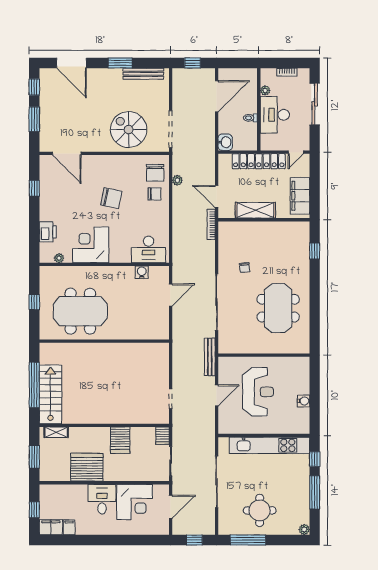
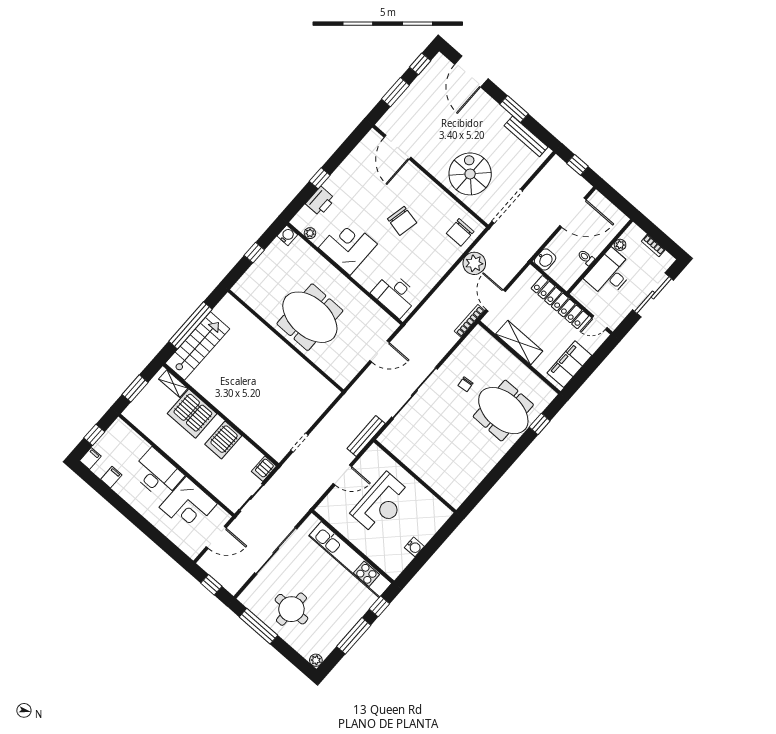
plant: (177, 180) -> (474, 263), width x1.87, depth x1.87
window: (34, 188) -> (320, 178), moved
chair: (154, 194) -> (443, 250), removed
water cooler: (142, 272) -> (287, 235), moved
meeting table: (278, 308) -> (503, 411), moved, turned 90
meeting table: (80, 311) -> (310, 317), moved
server rack: (87, 467) -> (192, 414), moved, turned 180
desk: (102, 499) -> (157, 474), width x1.37
filing cabinet: (51, 527) -> (90, 458), width x0.50

